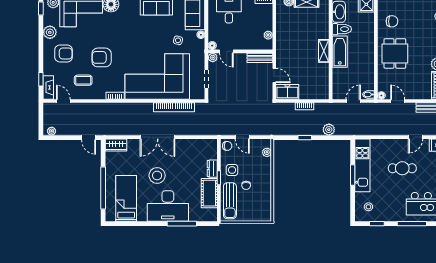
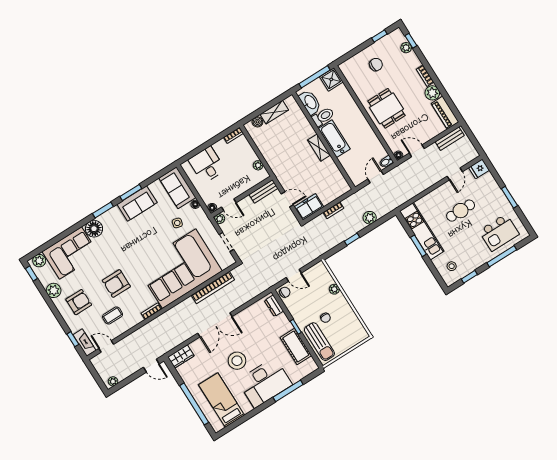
chair: (392, 21) -> (376, 65), moved
plant: (267, 152) -> (334, 289), moved
dresser: (212, 169) -> (274, 306), moved
side table: (232, 170) -> (303, 312), removed

